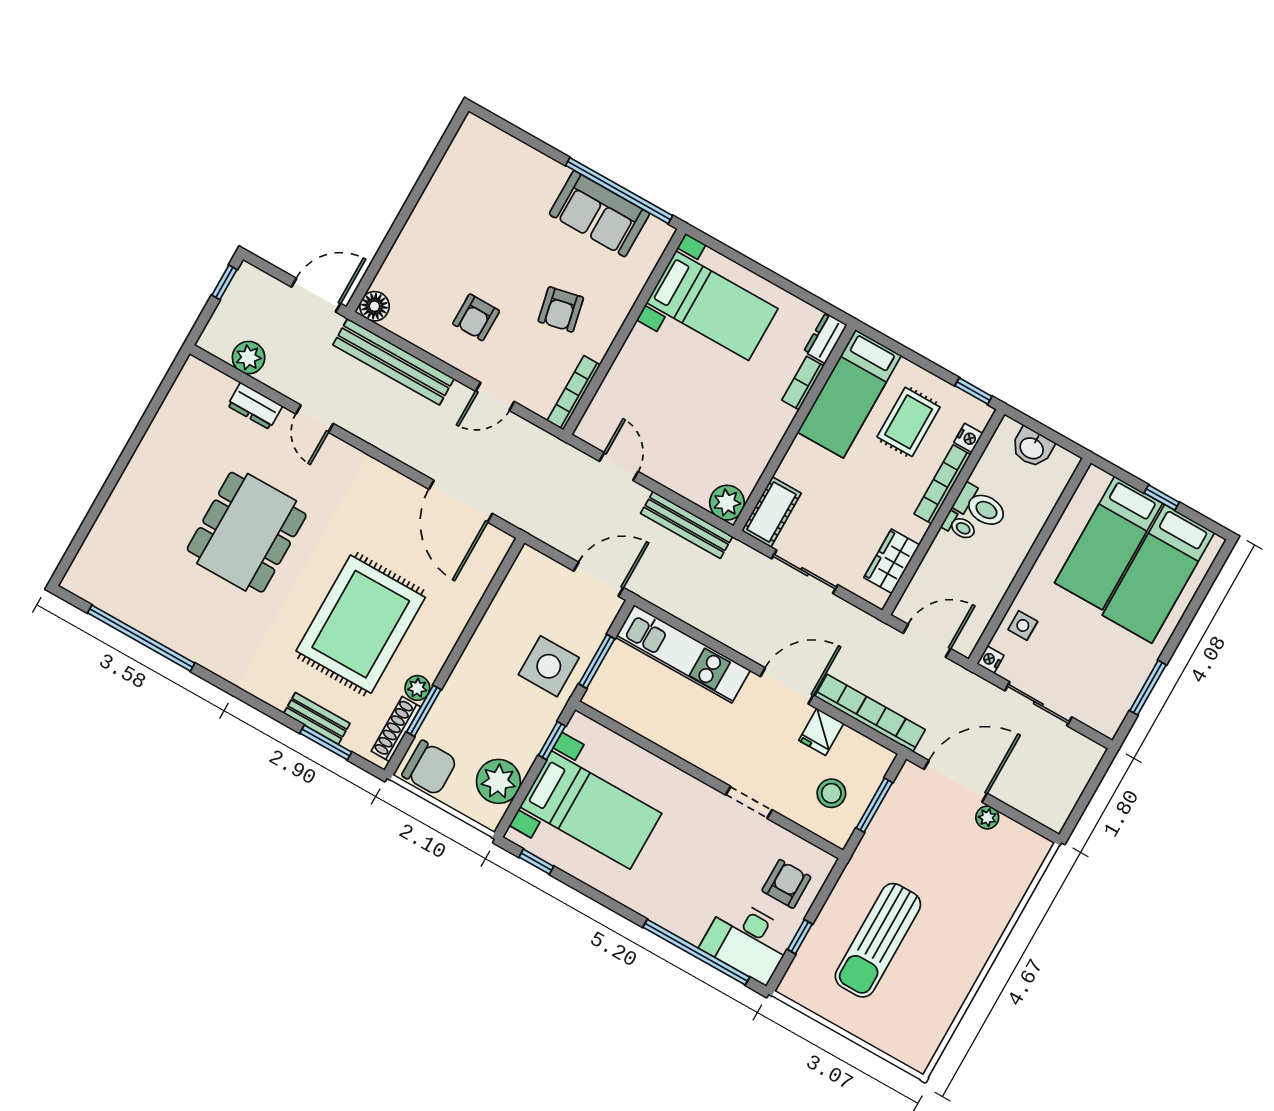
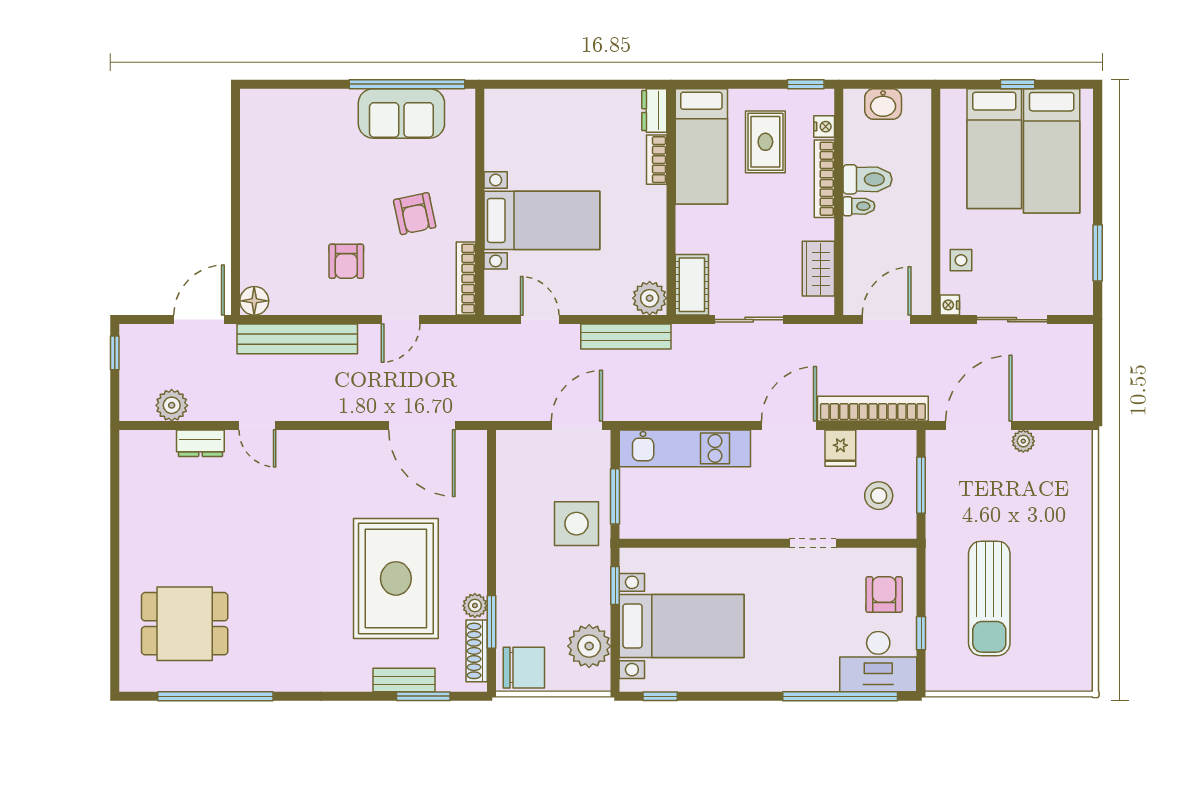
bed with nightstands: (712, 306) -> (542, 220), moved
dining table: (247, 532) -> (185, 624), moved, width x0.73

